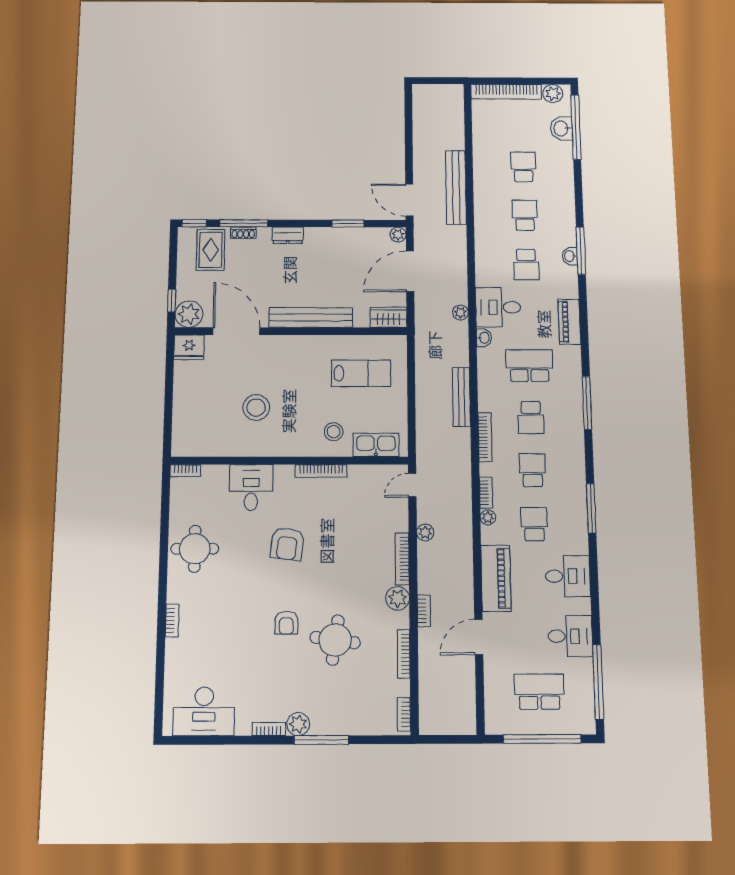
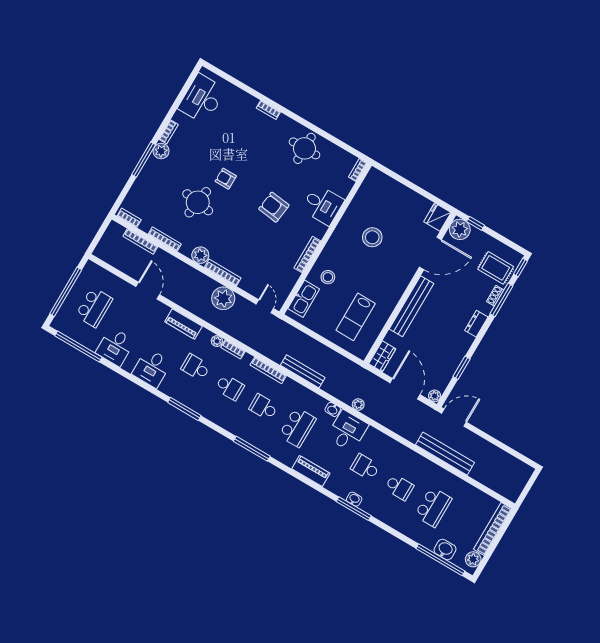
school desk: (523, 167) -> (433, 507), width x1.85
school desk: (534, 524) -> (196, 367), turned 180
plant: (425, 532) -> (223, 298), width x1.88, depth x1.88
piano: (496, 578) -> (183, 324), width x0.73, depth x0.75
bookcase: (424, 611) -> (140, 241), moved, width x1.56

